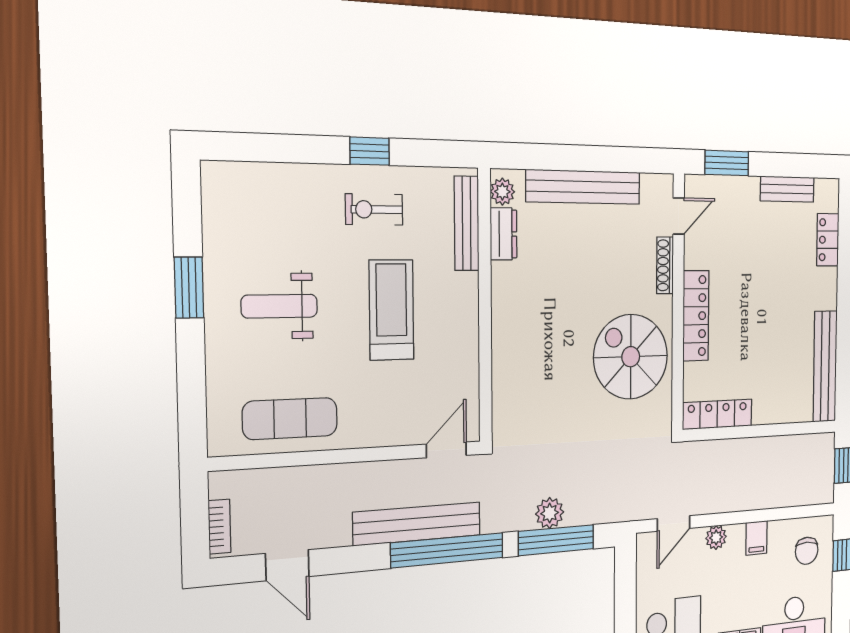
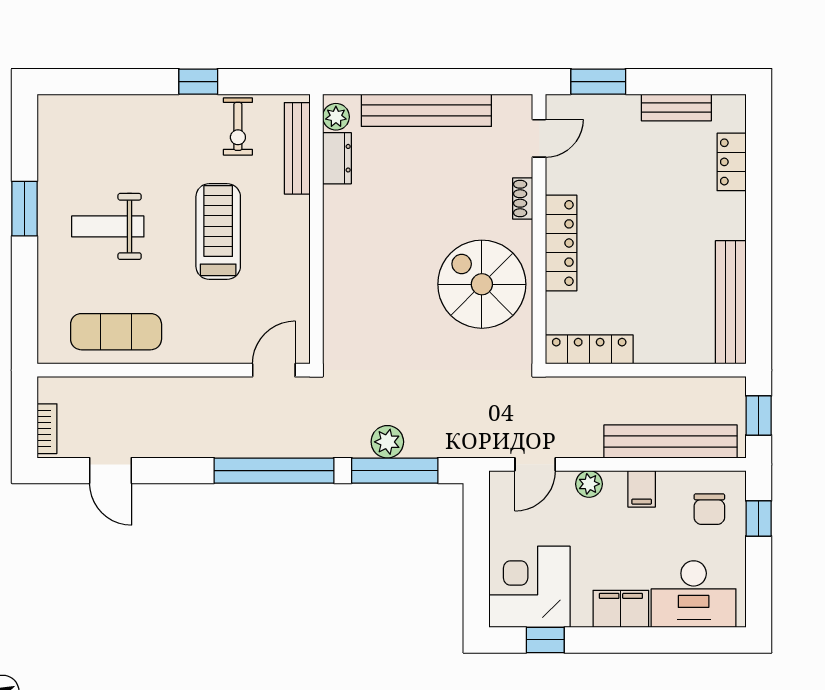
exercise bike: (374, 209) -> (238, 126), moved, turned -90
shoe rack: (665, 265) -> (523, 198), width x0.70
bench: (417, 524) -> (671, 441), moved

